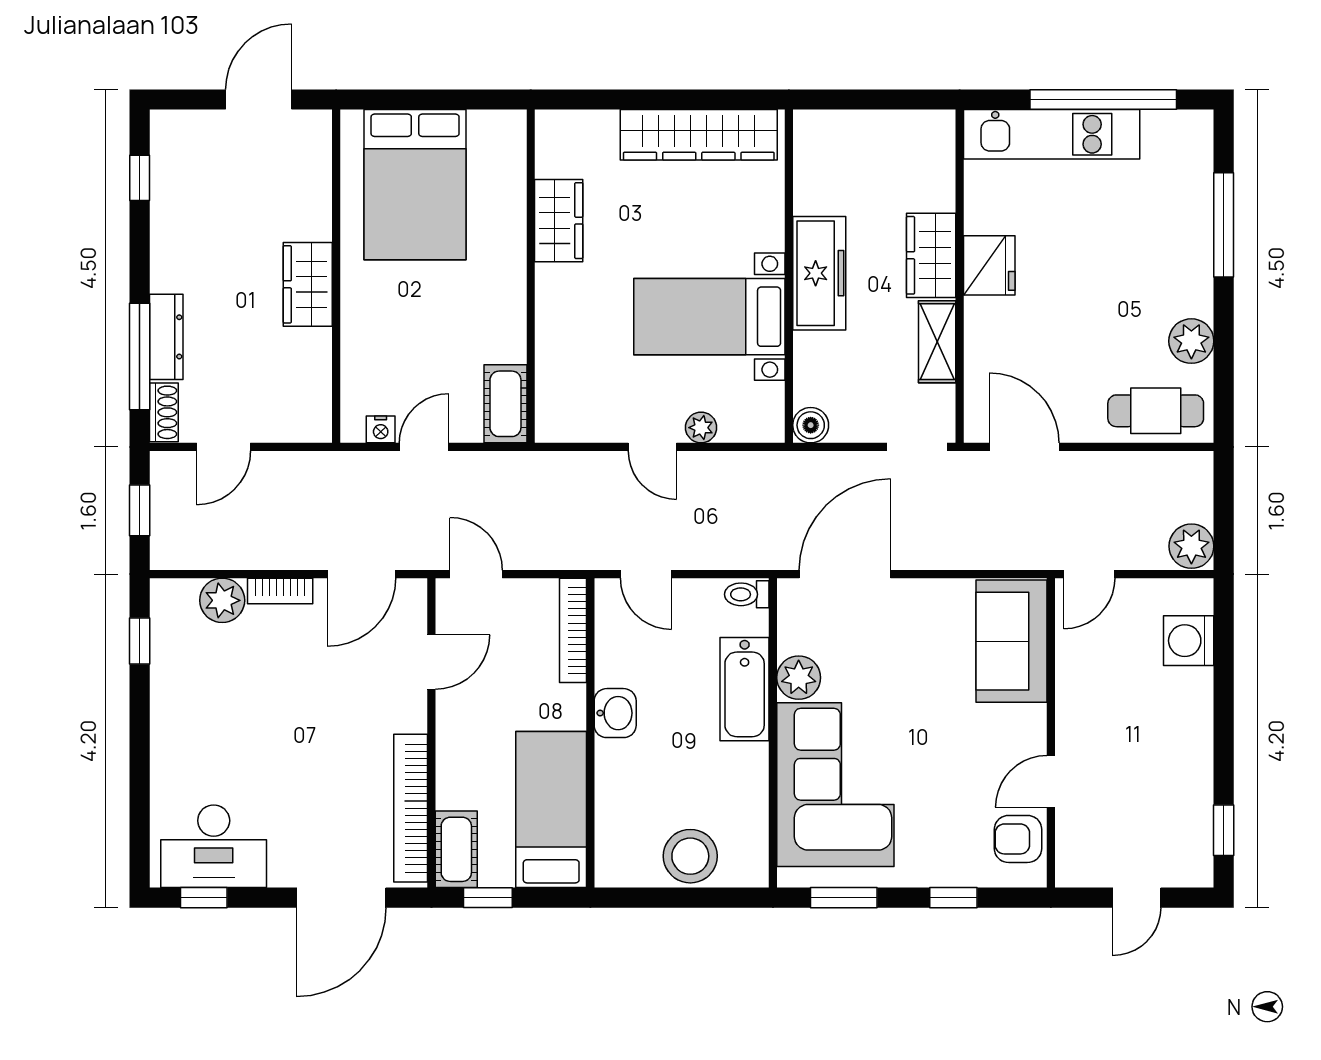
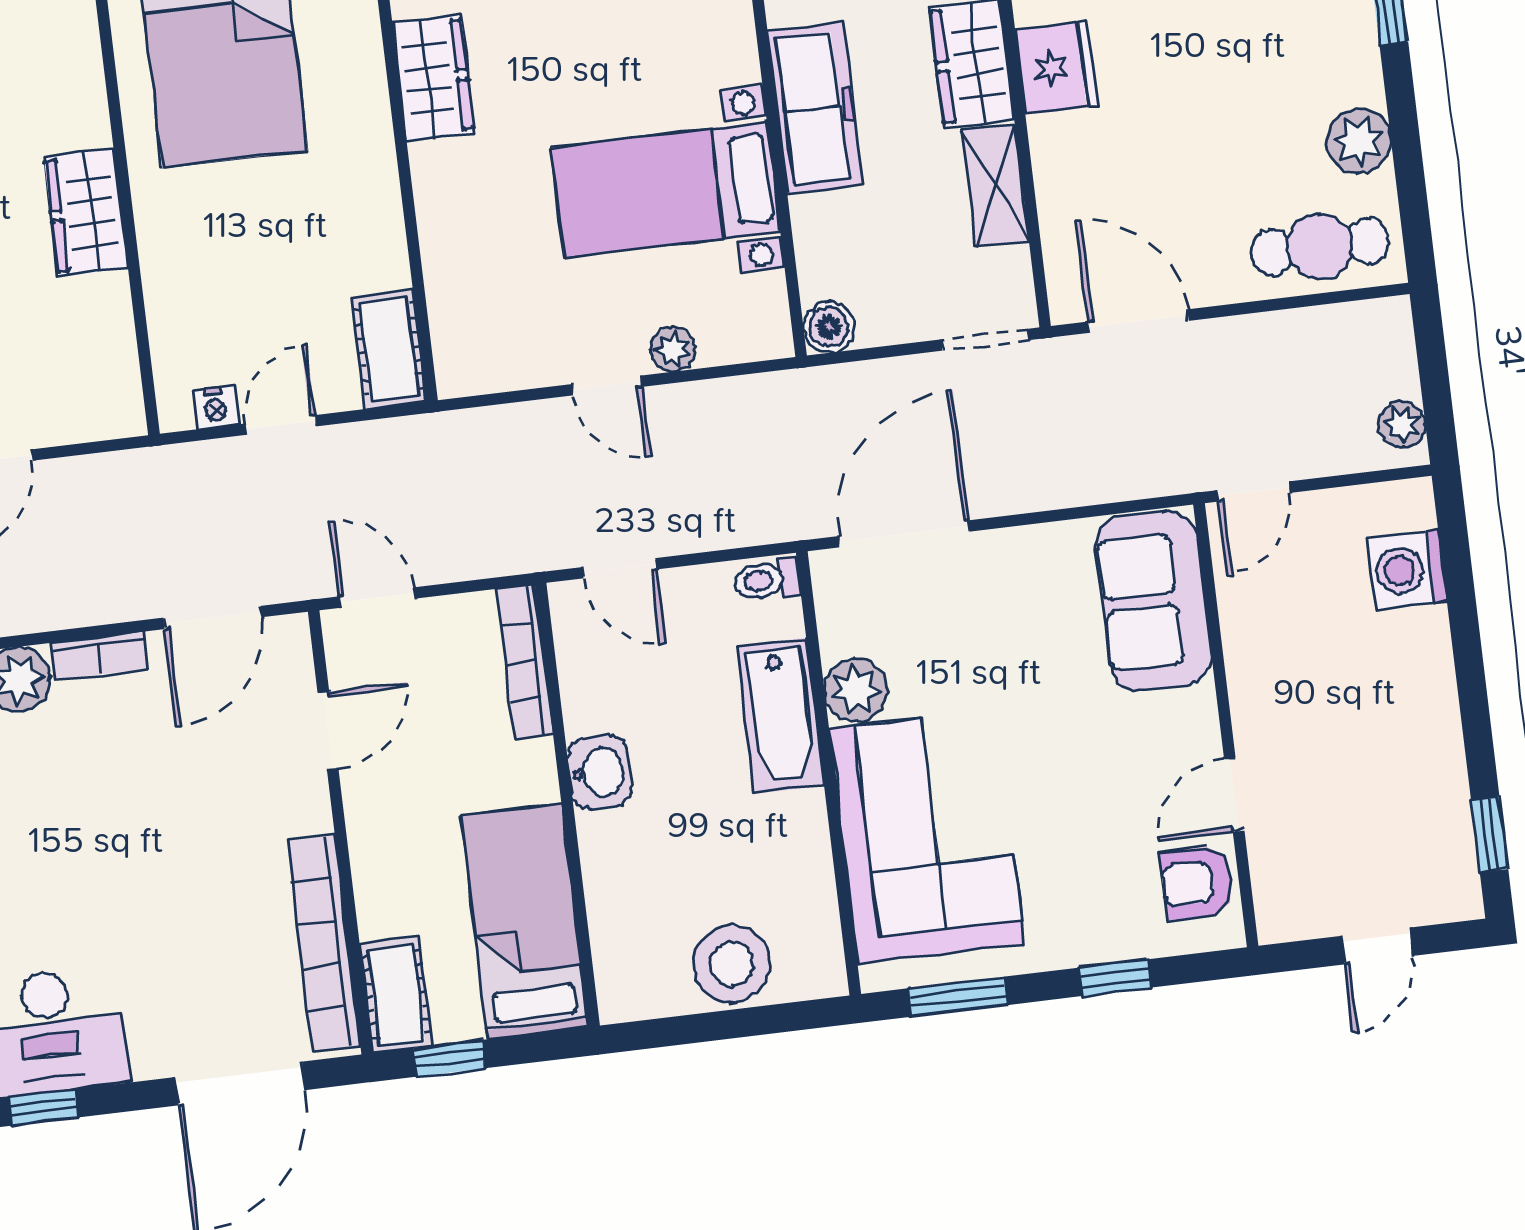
plant: (1191, 546) -> (1402, 424), width x0.73, depth x0.73

